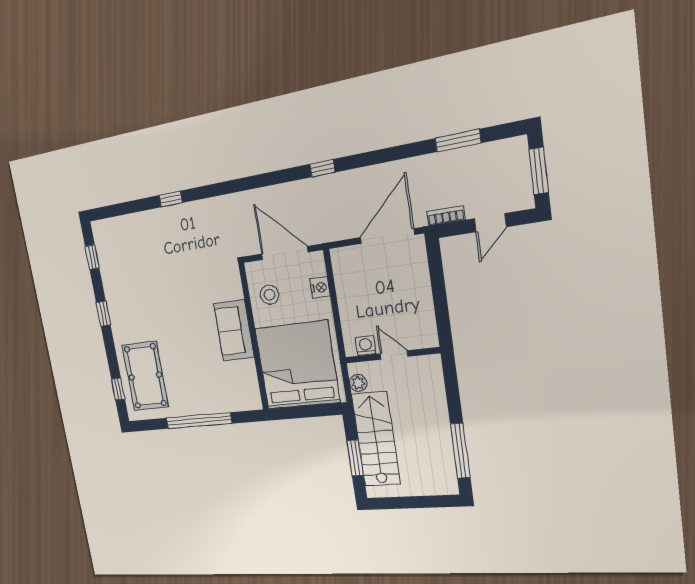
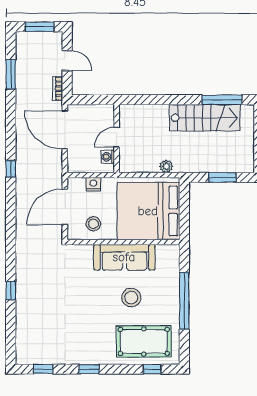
sofa: (234, 330) -> (124, 257), width x1.36
washing machine: (366, 346) -> (108, 157), moved
stool: (191, 355) -> (131, 298), added
wall: (392, 355) -> (117, 139), moved
door: (394, 355) -> (117, 137), moved
stairs: (376, 439) -> (205, 118), moved, turned 180

